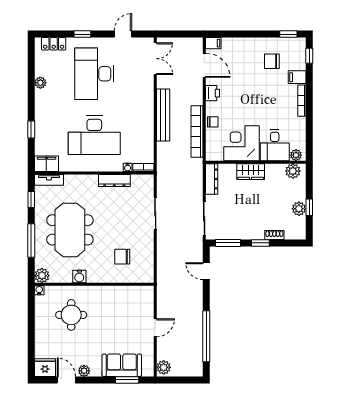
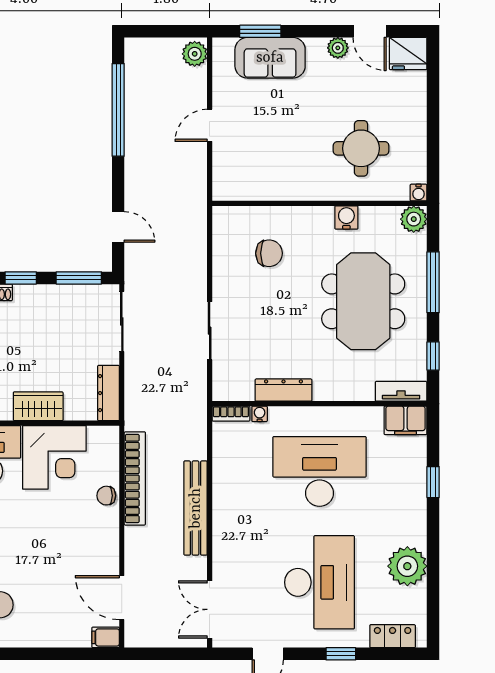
plant: (40, 83) -> (407, 566), width x1.87, depth x1.87
printer: (212, 93) -> (107, 547), removed

